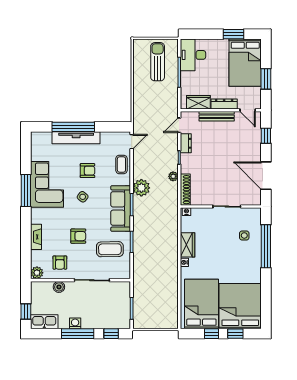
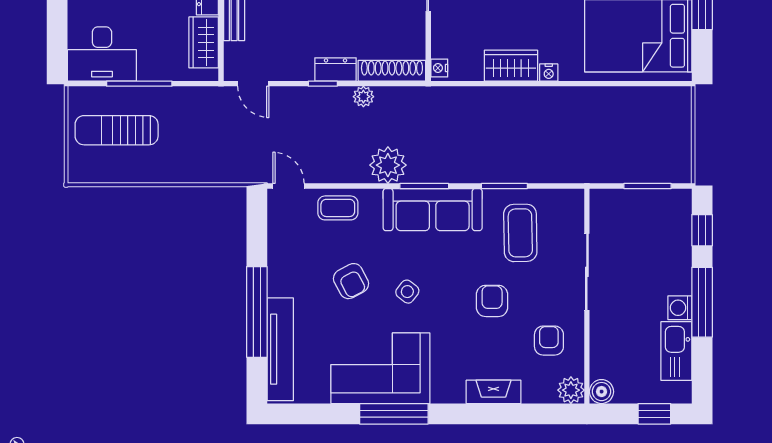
tv unit: (76, 138) -> (280, 349), moved
dresser: (186, 143) -> (336, 69), moved
armchair: (87, 171) -> (351, 281), turned 152
armchair: (60, 263) -> (549, 341), turned -90
boiler: (59, 287) -> (602, 392), moved
kitchen sink: (44, 322) -> (676, 351), moved

